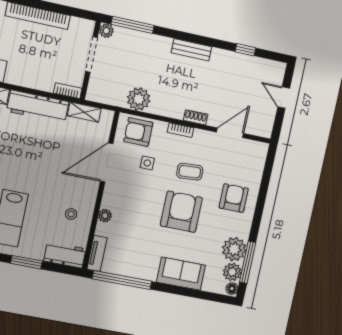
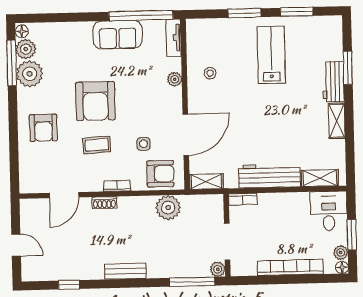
shelving: (84, 112) -> (206, 182), moved
workbench: (65, 255) -> (207, 29), removed
sofa: (181, 274) -> (118, 35), moved

